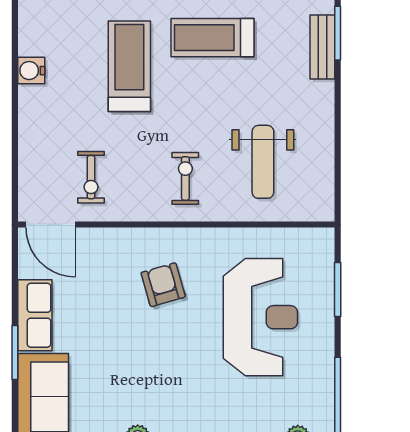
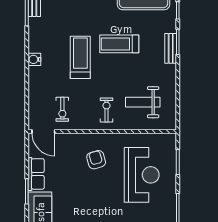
weight bench: (263, 162) -> (143, 102), turned 90

